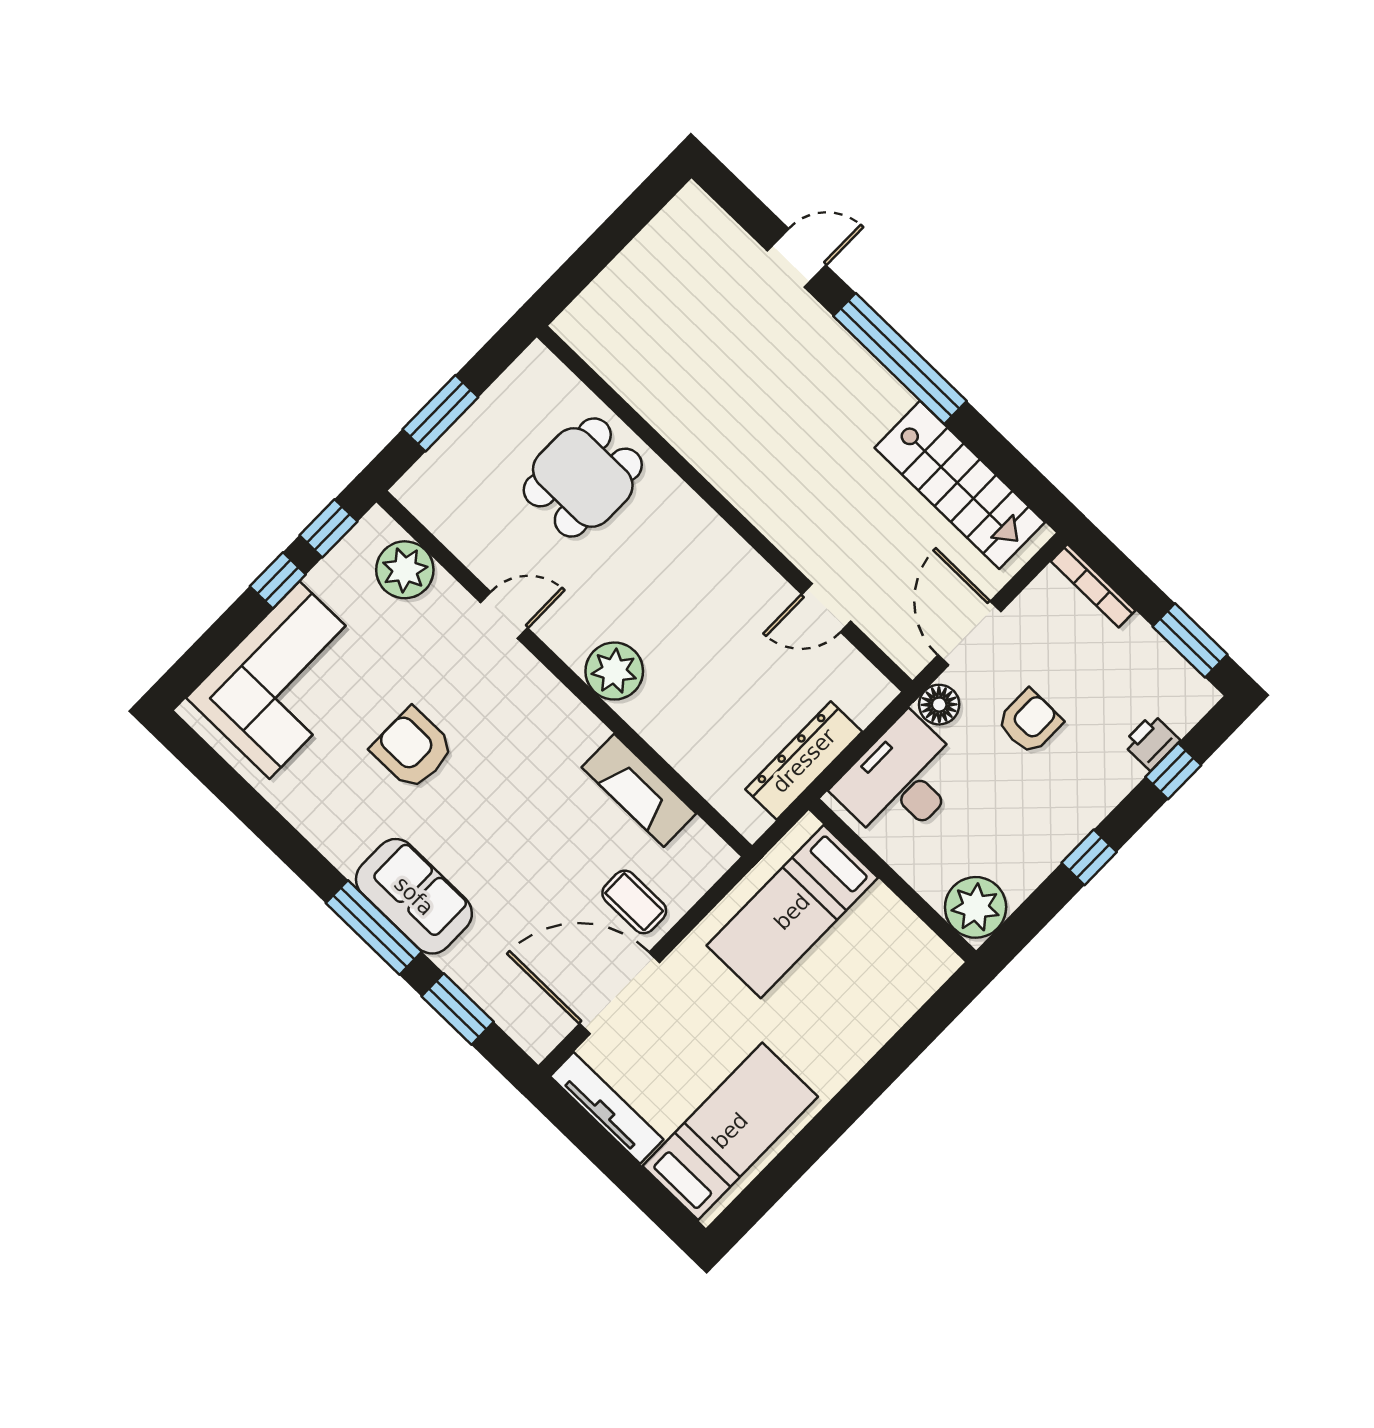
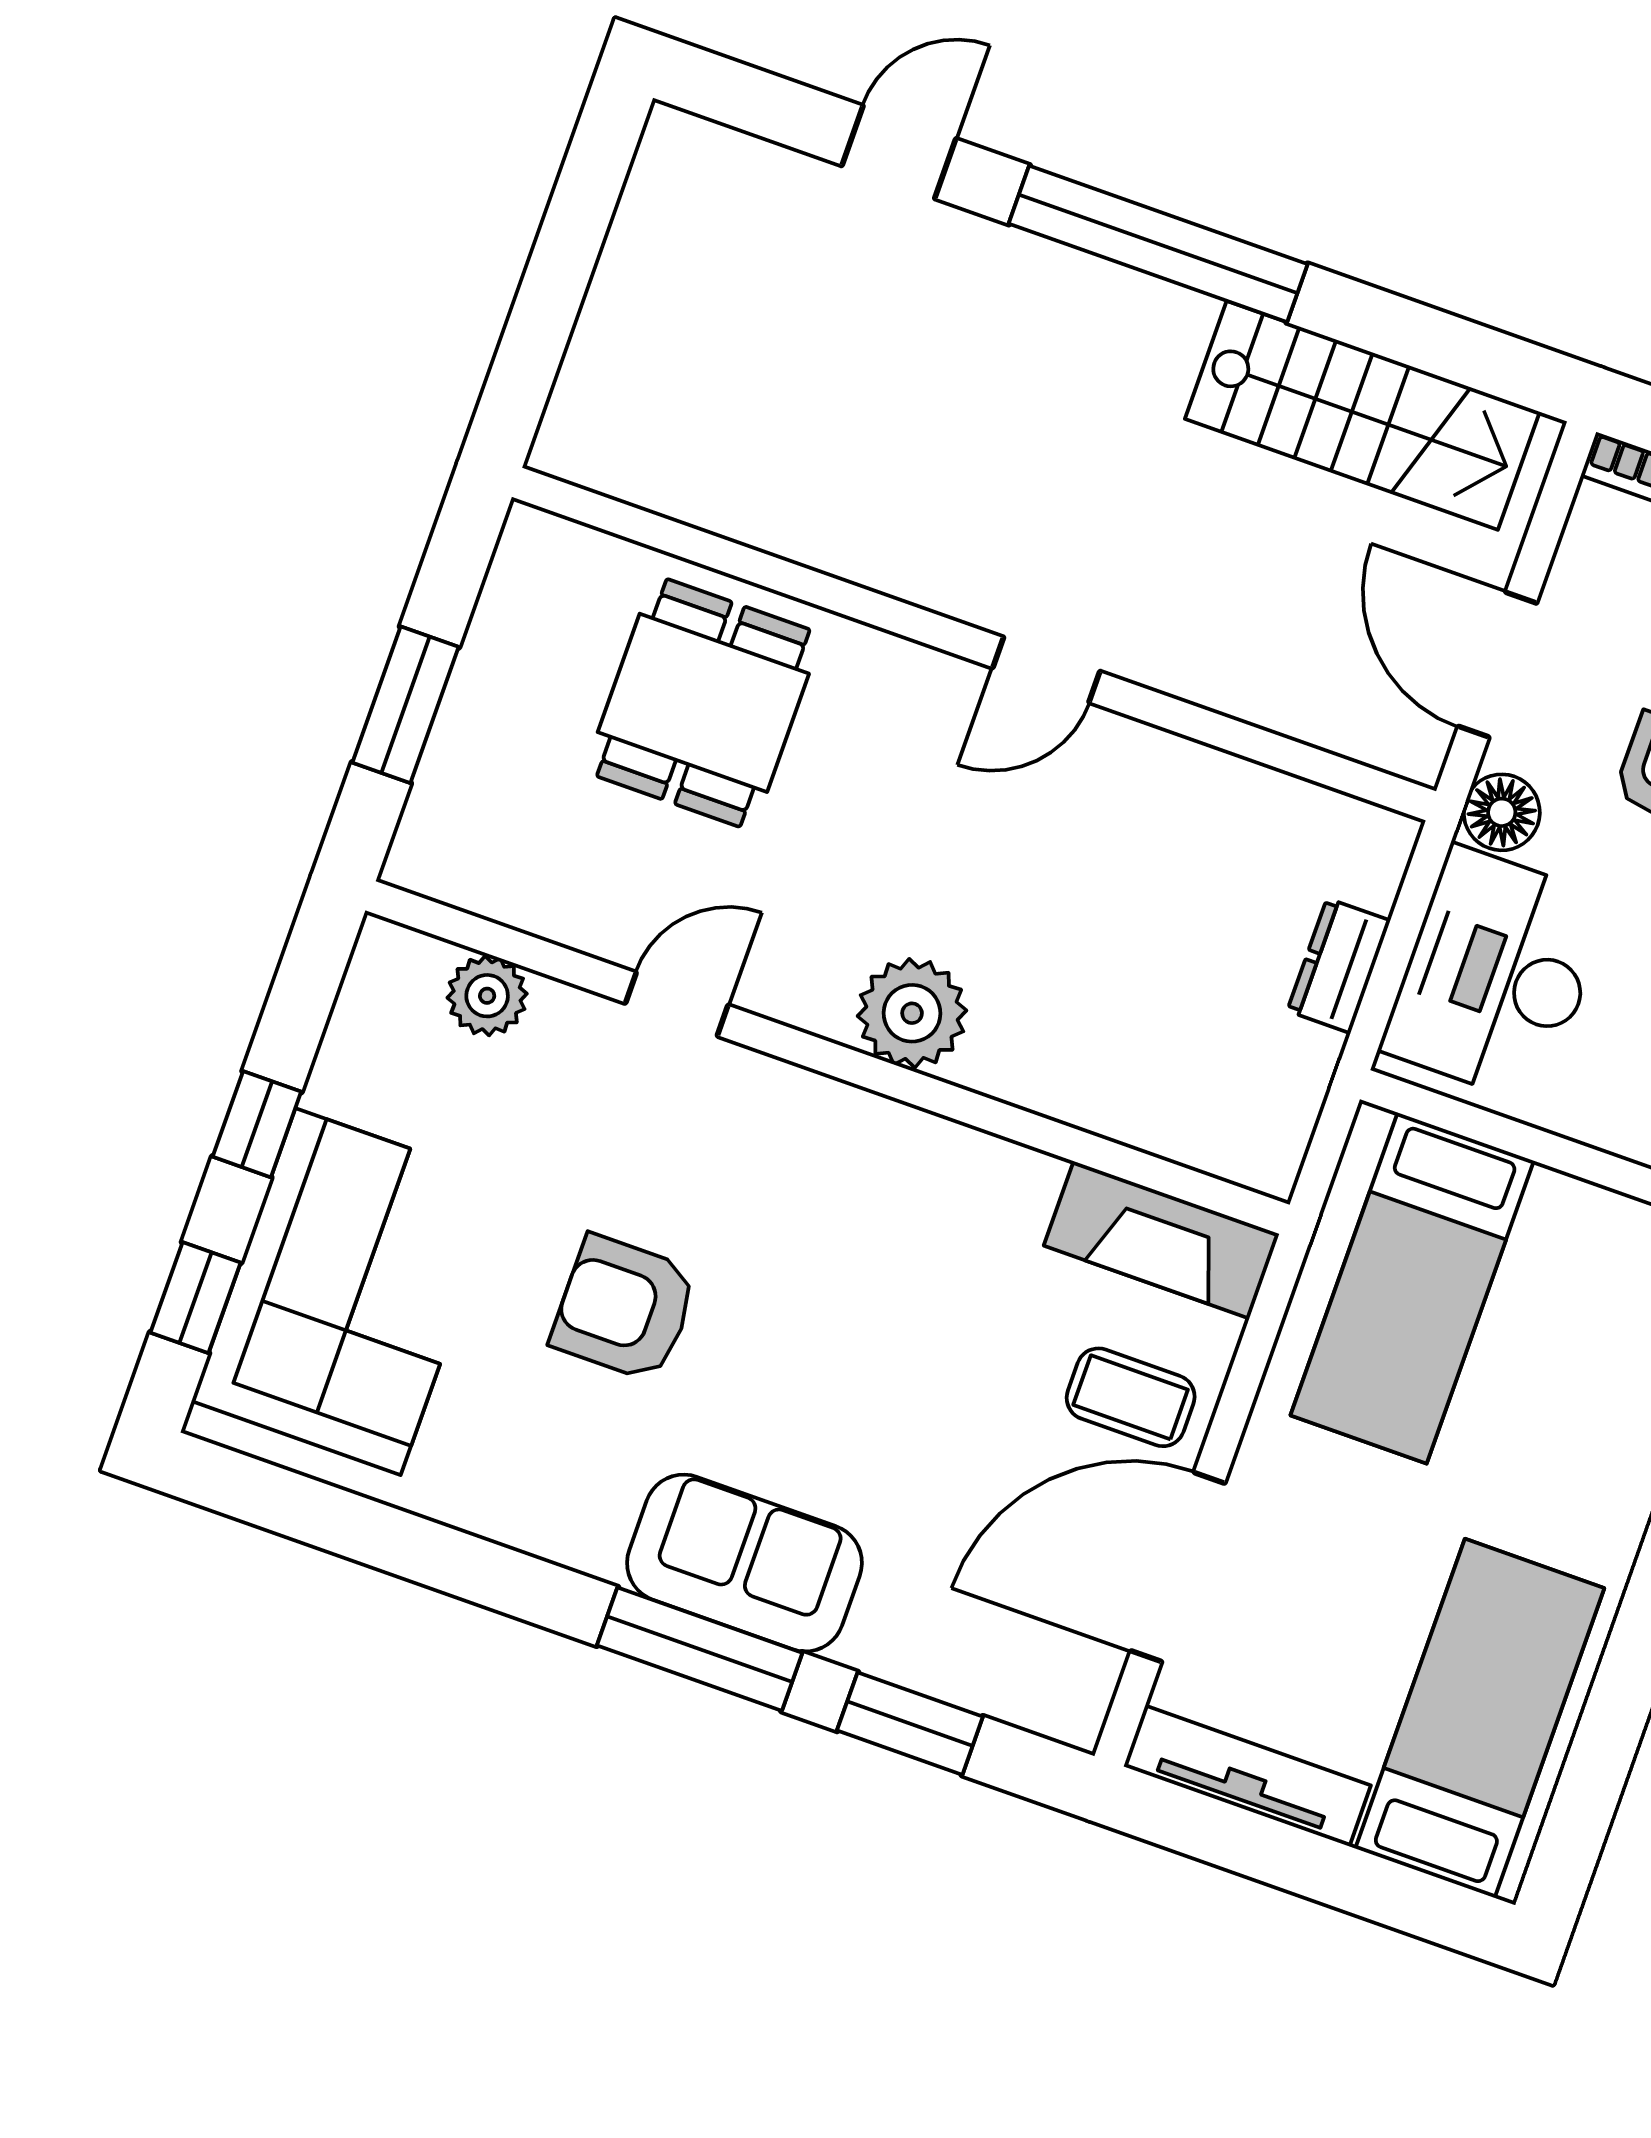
window: (328, 528) -> (196, 1298), moved
plant: (405, 570) -> (487, 996), width x0.73, depth x0.73
door: (826, 608) -> (1046, 670), moved
dresser: (804, 761) -> (1339, 966), width x0.51, depth x0.80
fireplace: (639, 790) -> (1162, 1240), moved

